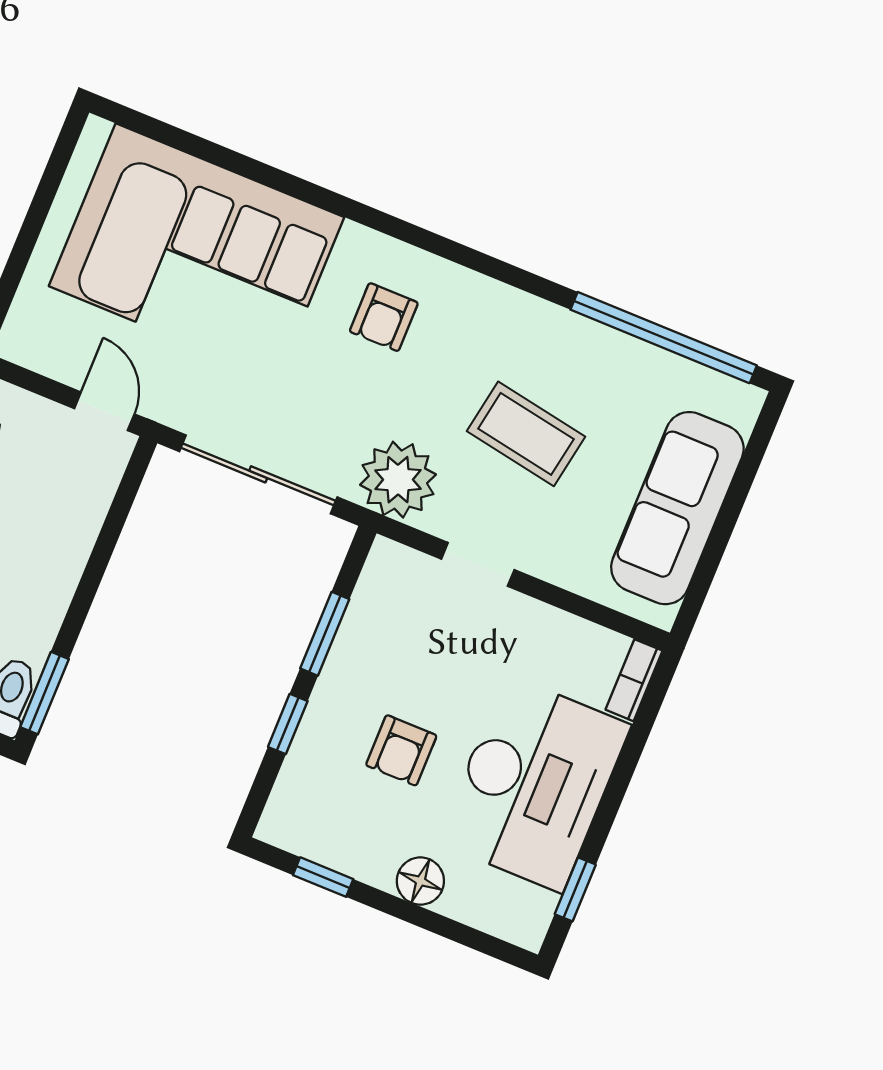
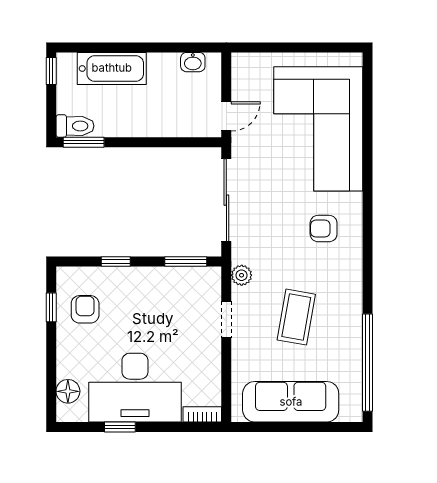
plant: (398, 480) -> (242, 275), width x0.53, depth x0.53
window: (325, 634) -> (186, 262), moved
armchair: (401, 750) -> (85, 309), moved, turned 90
floor lamp: (420, 881) -> (68, 391), moved
window: (575, 889) -> (120, 427), moved

